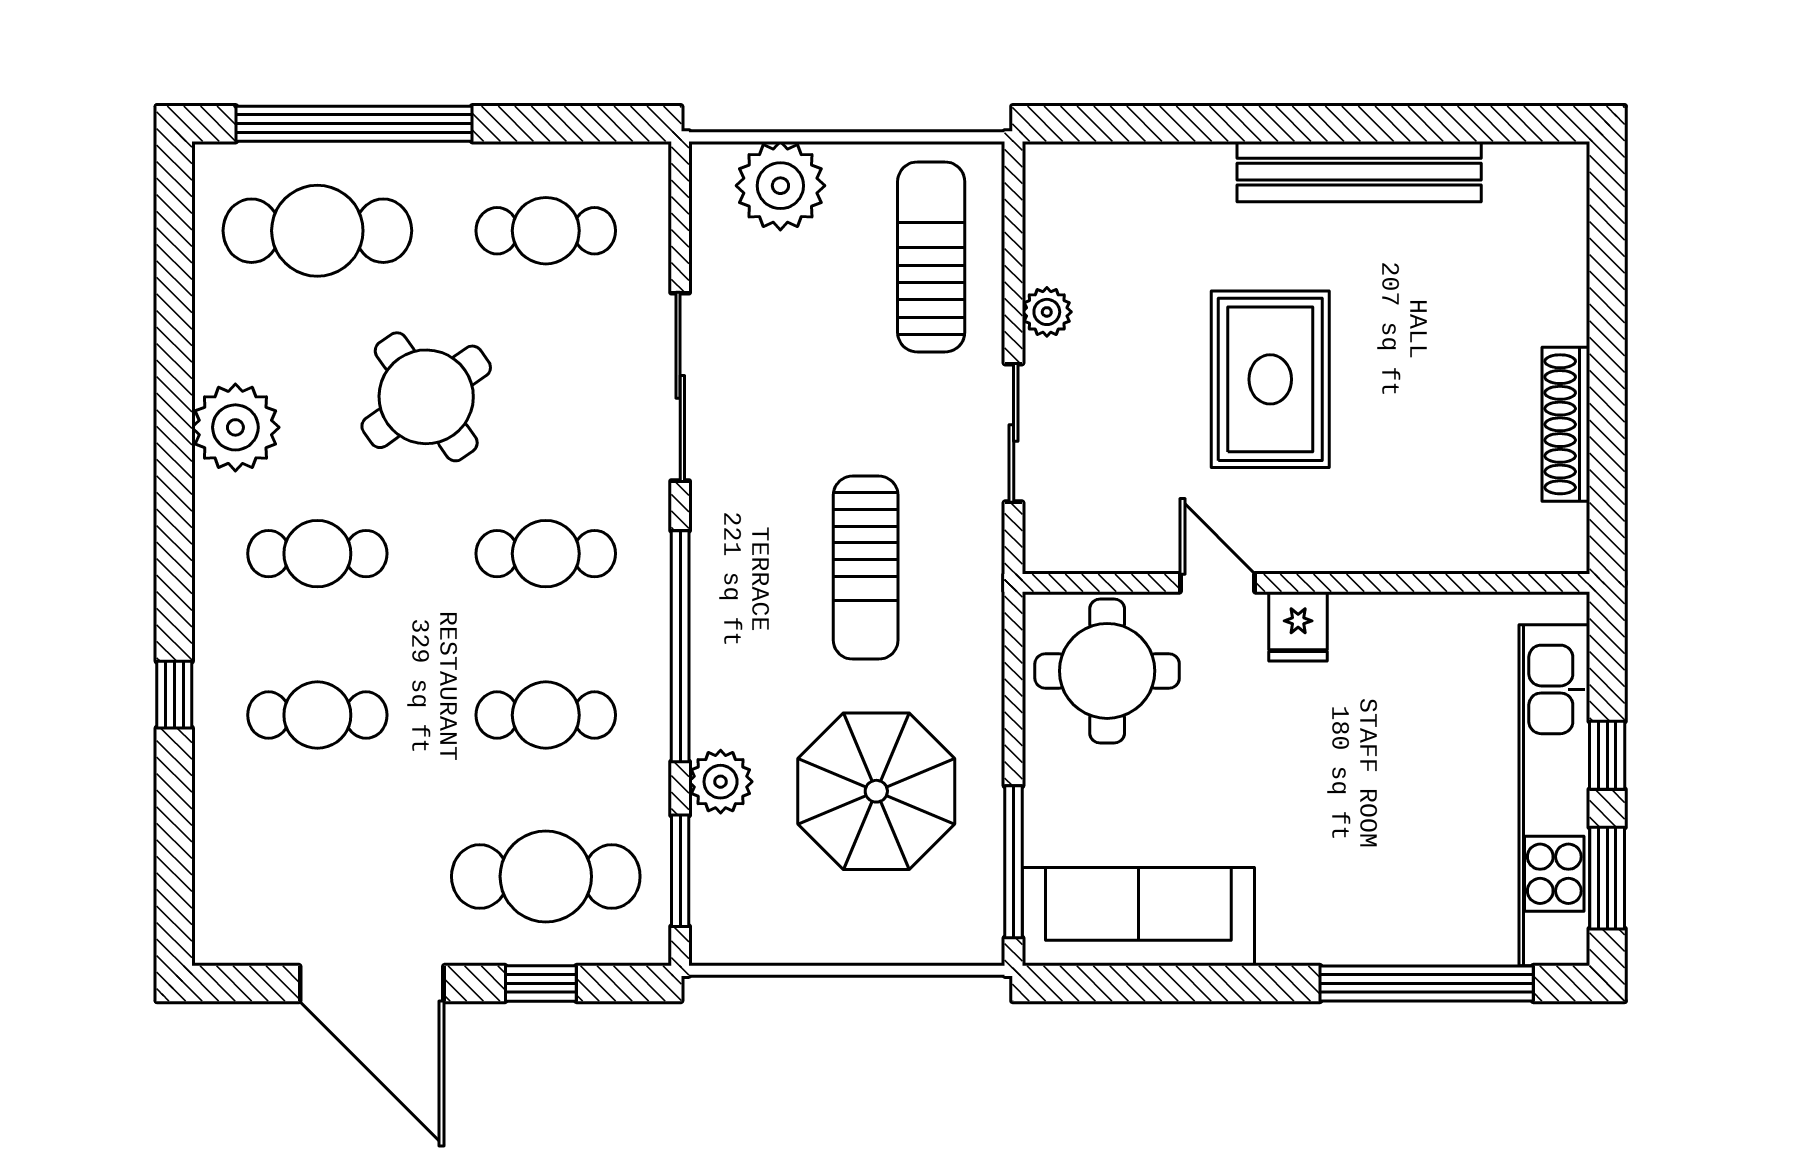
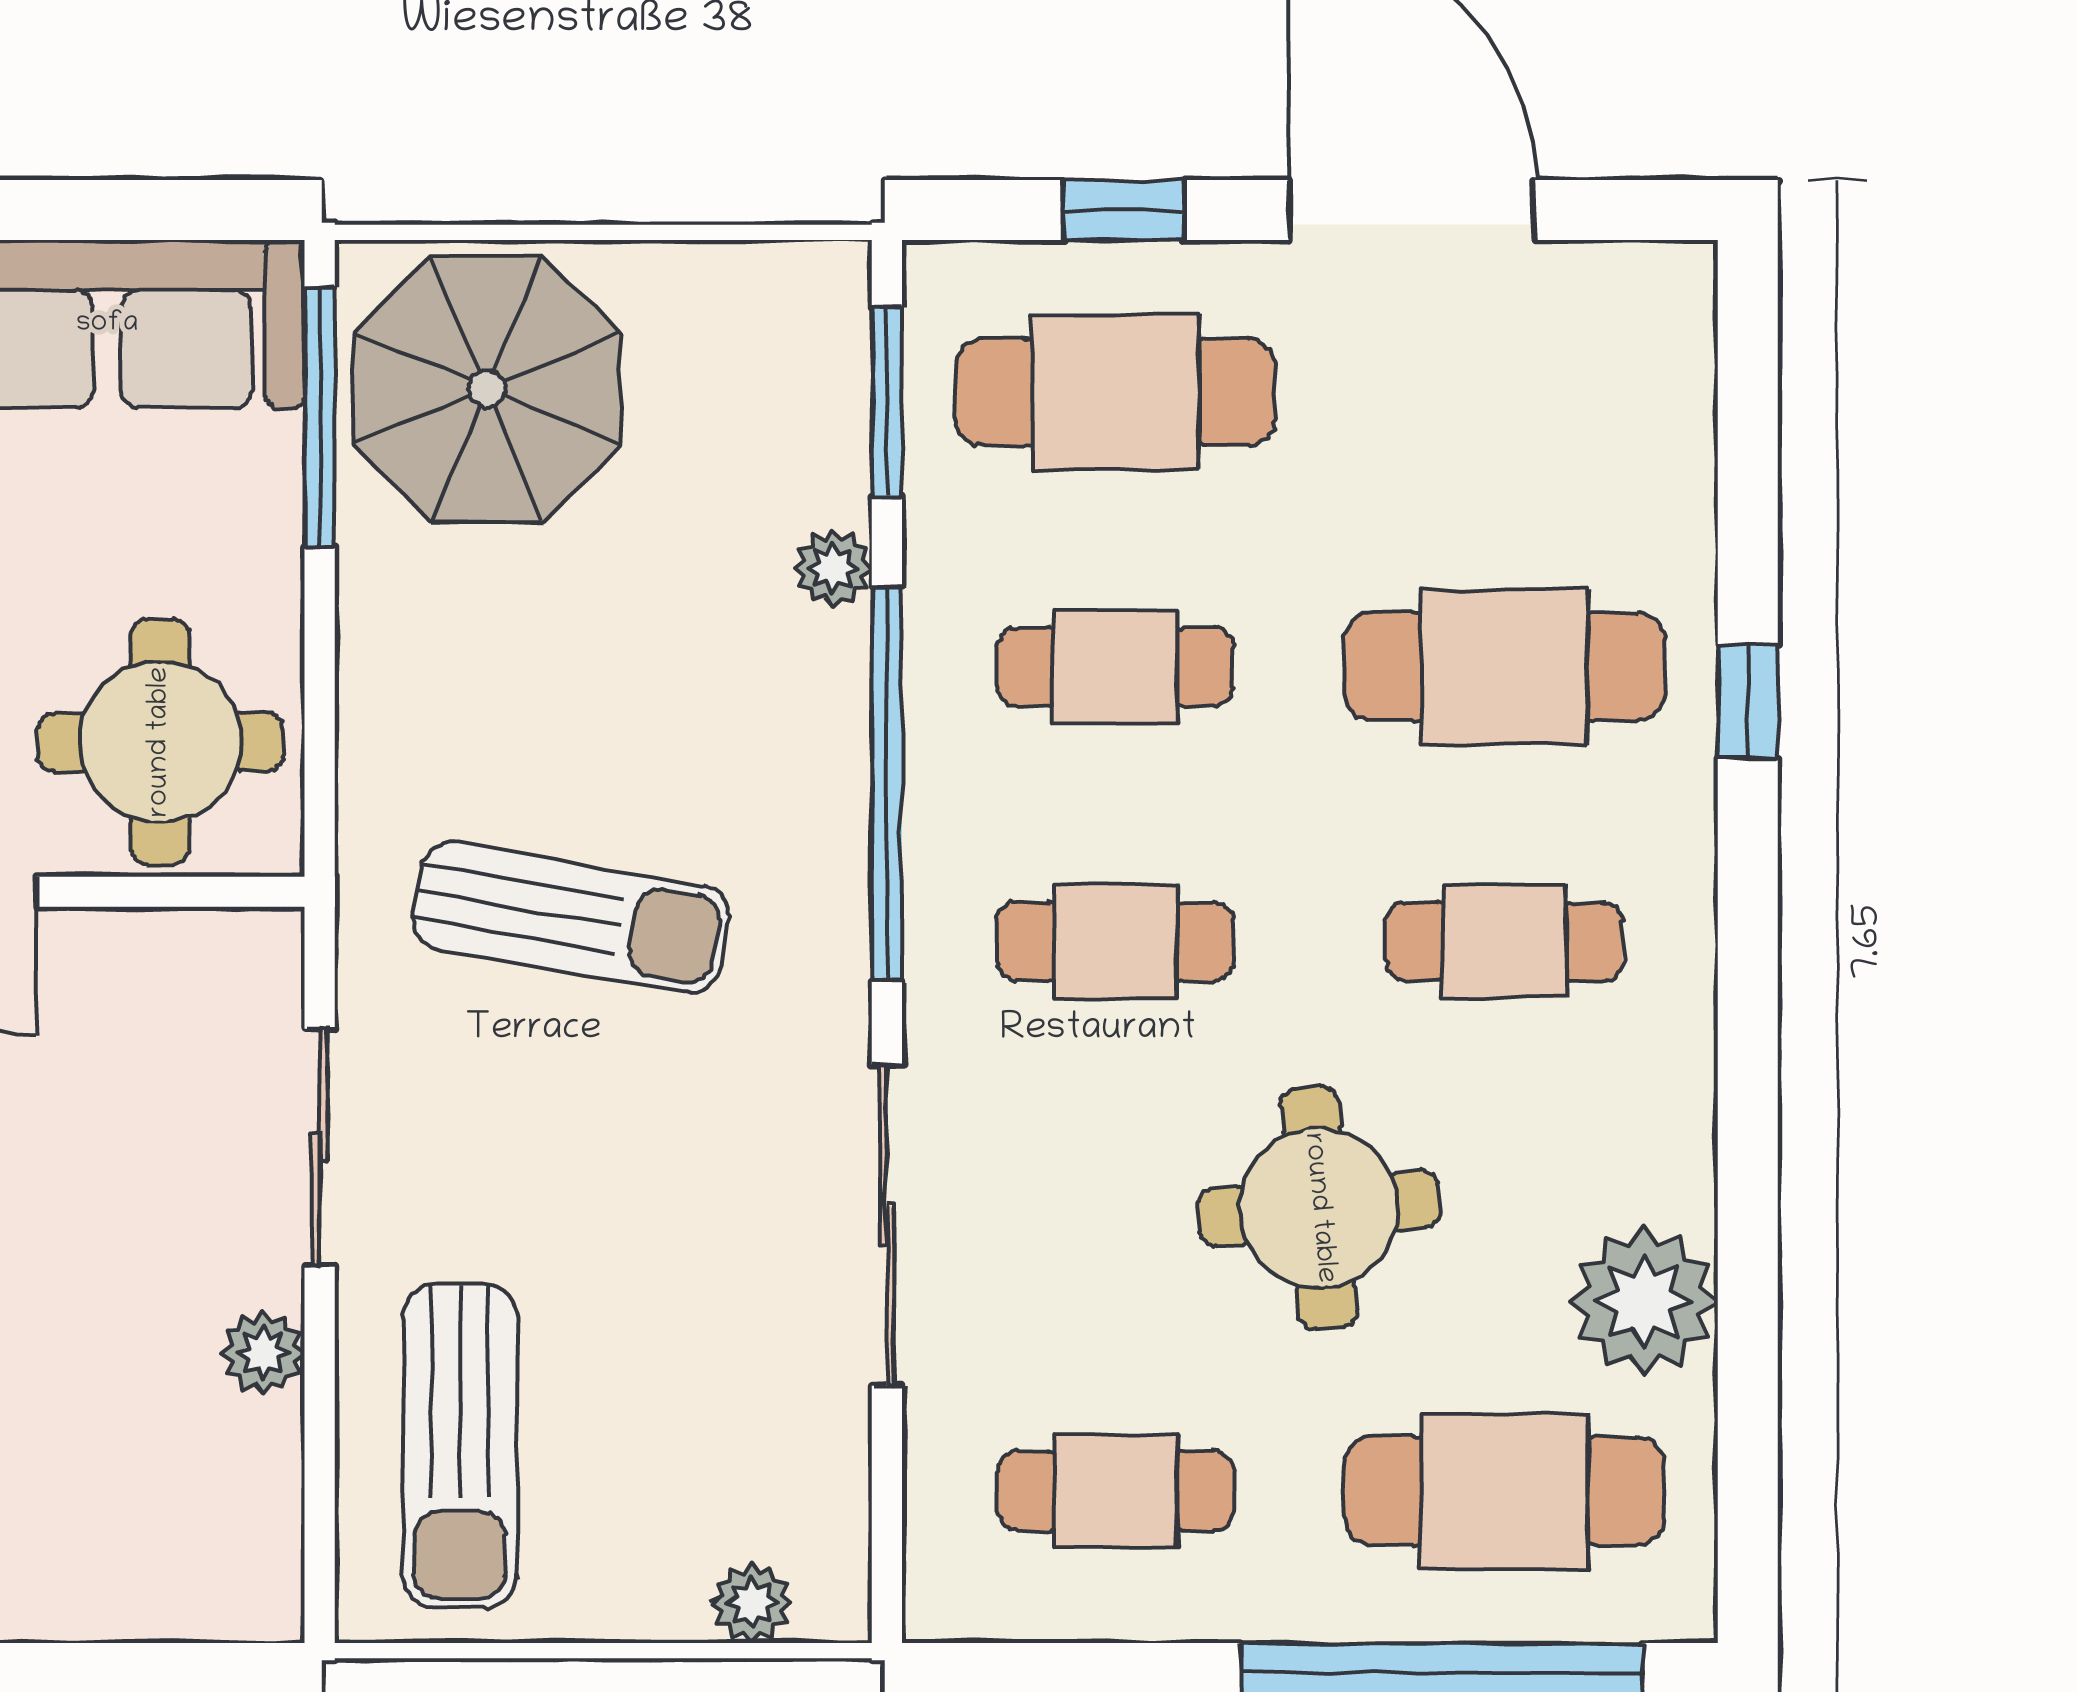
plant: (780, 186) -> (751, 1603), width x0.53, depth x0.53
round table: (426, 397) -> (1319, 1208), turned 30
plant: (235, 427) -> (1644, 1301), moved
sun lounger: (866, 568) -> (571, 918), turned 100
cafe table: (317, 715) -> (1504, 667), width x1.37, depth x1.35
plant: (721, 782) -> (833, 568), width x0.73, depth x0.73
parasol: (876, 791) -> (487, 389), moved

